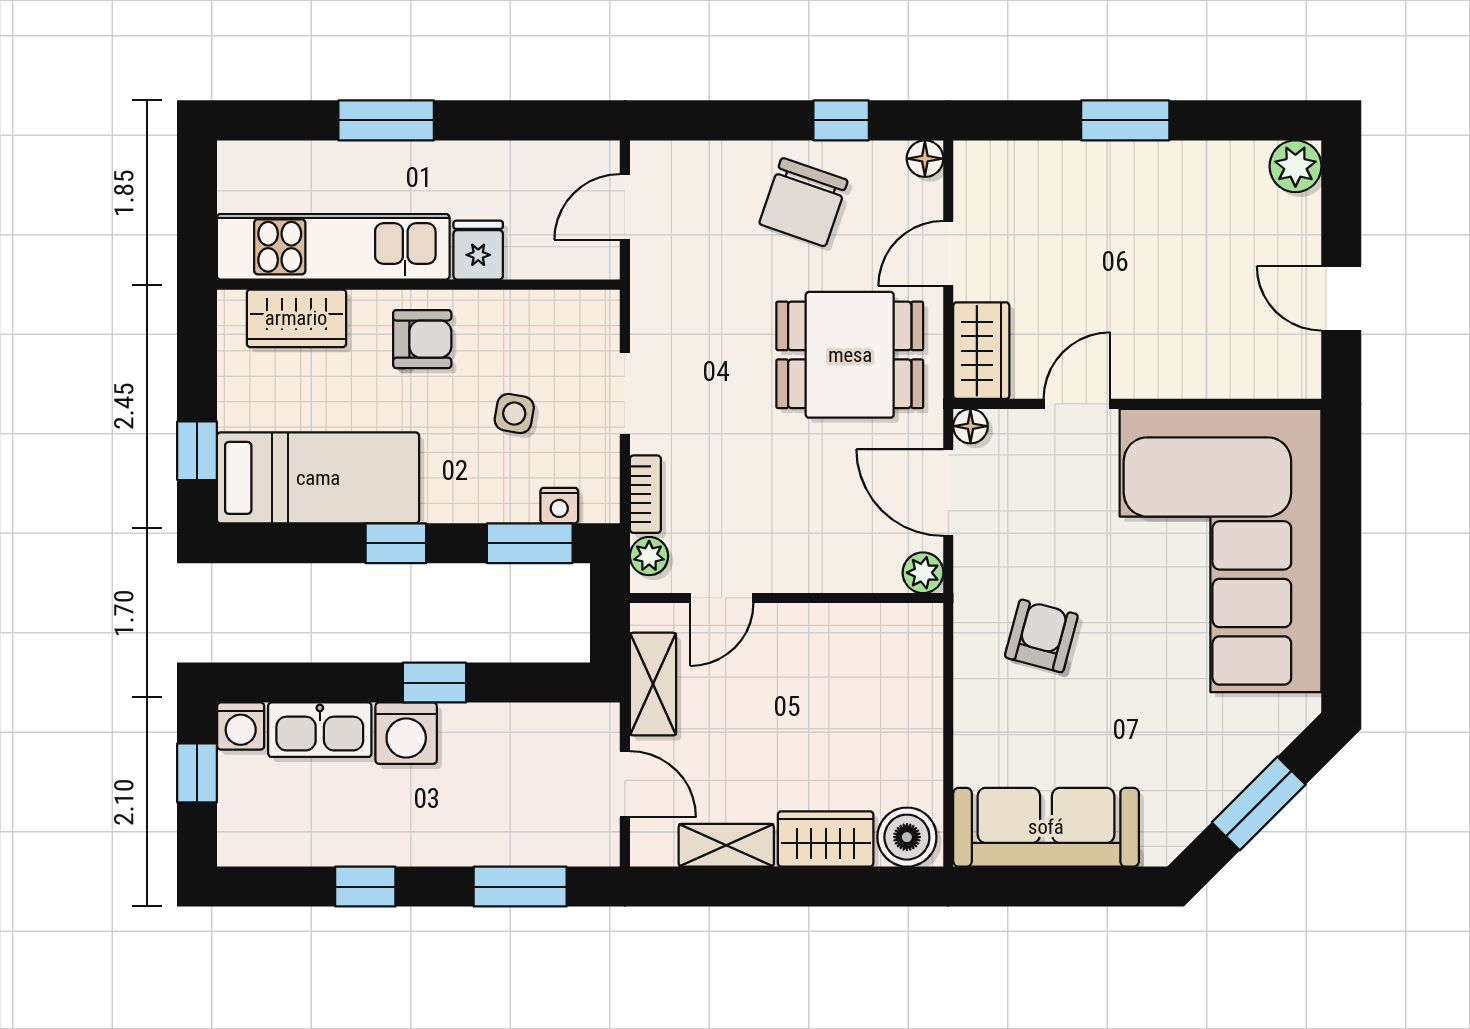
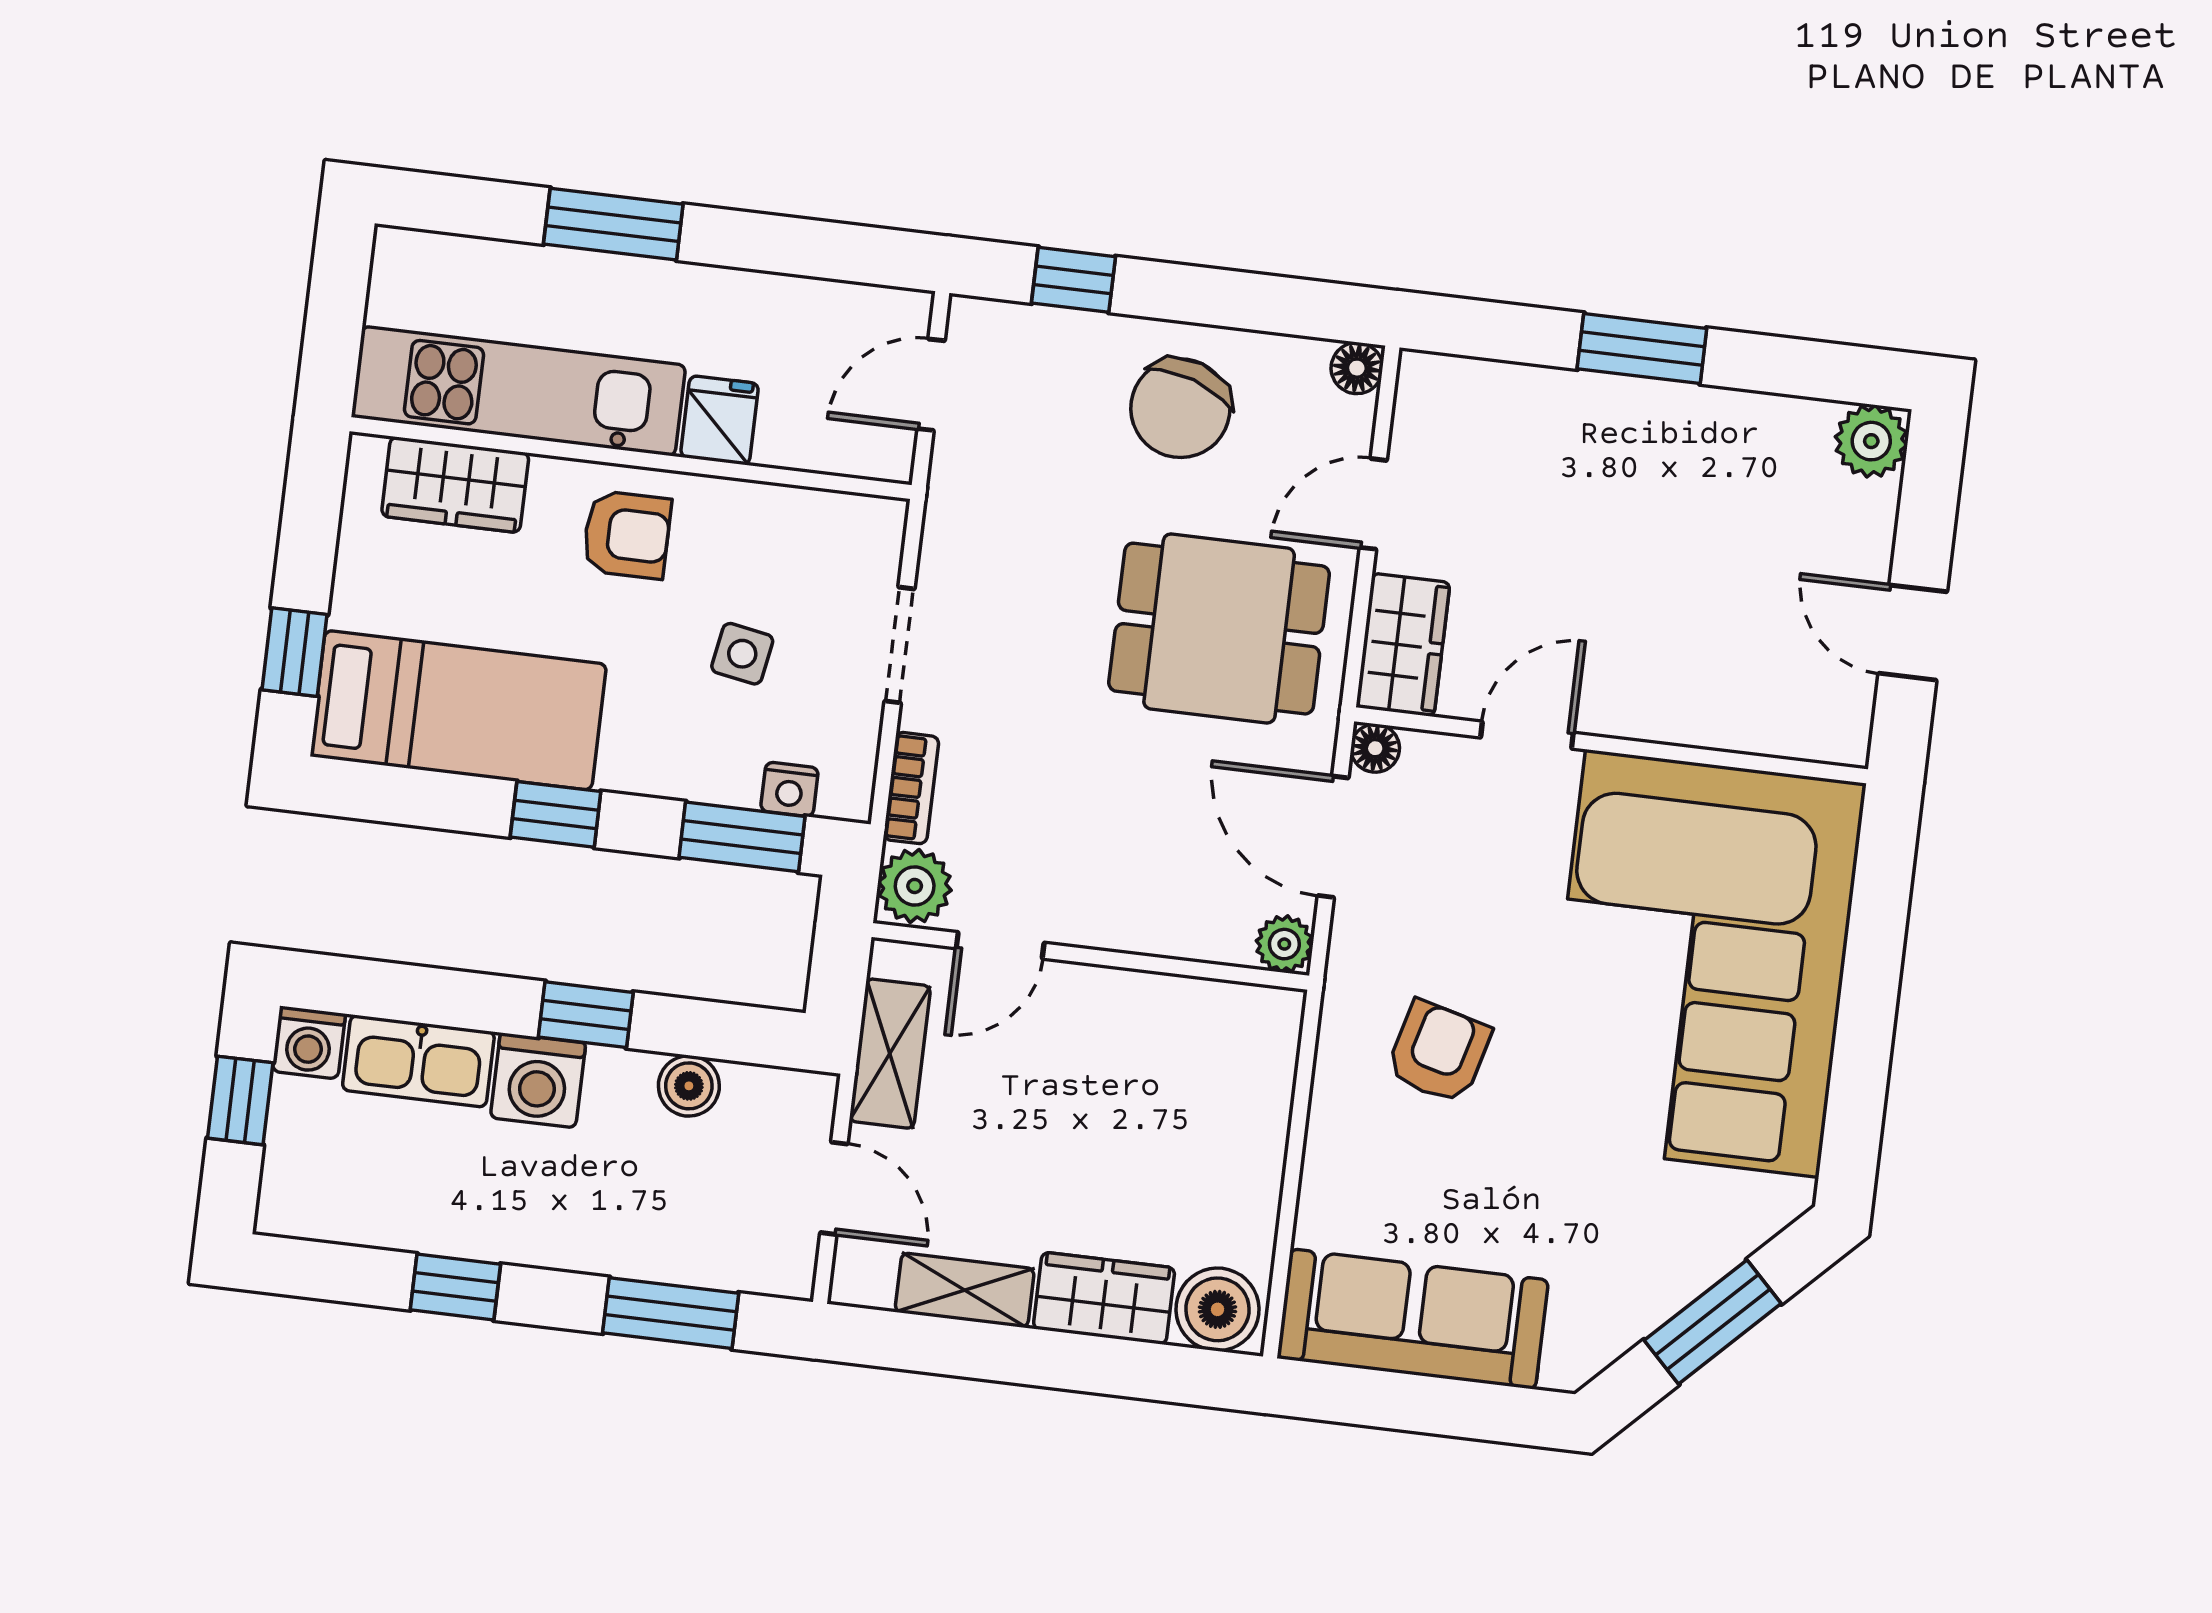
window: (841, 120) -> (1073, 280), moved
plant: (649, 556) -> (915, 886), width x1.38, depth x1.38
boiler: (513, 724) -> (689, 1086), added

